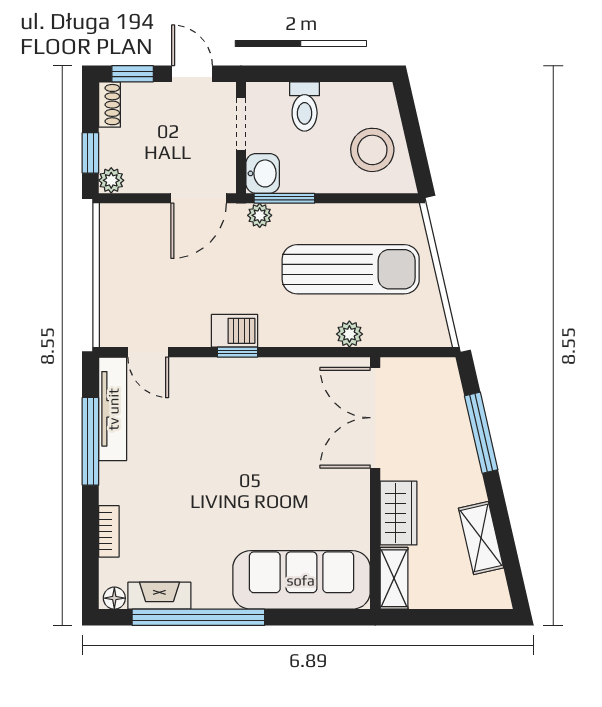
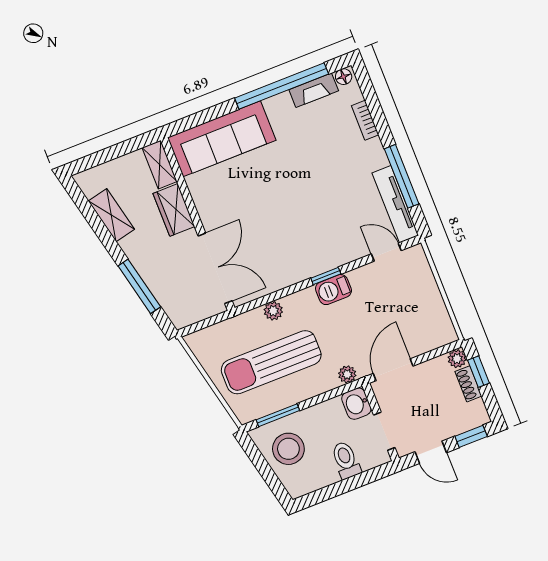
shoe rack: (109, 105) -> (468, 384), moved
window: (284, 198) -> (278, 415), moved
plant: (349, 334) -> (273, 311), moved

